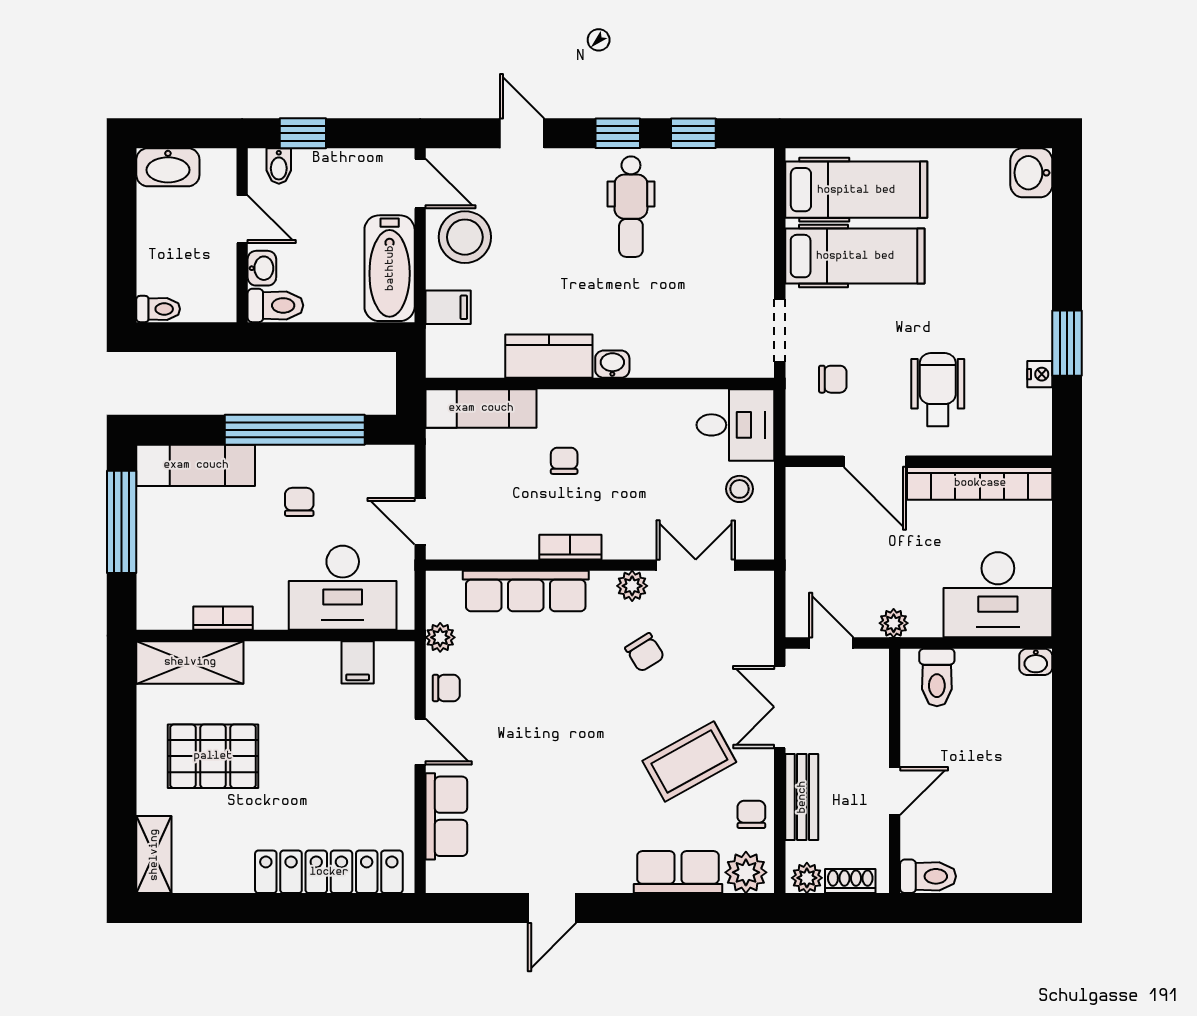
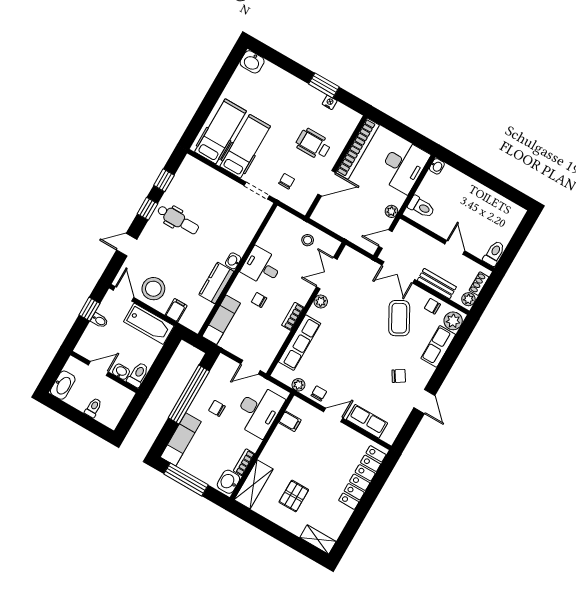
window: (303, 133) -> (89, 309), moved
bidet: (279, 166) -> (99, 320), moved
door: (420, 184) -> (124, 294), hinge flipped
toilet: (158, 309) -> (93, 408), moved
desk: (735, 425) -> (262, 267), moved, turned -90
washbasin: (166, 609) -> (228, 482), added
chair: (645, 652) -> (399, 376), moved
pallet: (213, 756) -> (294, 496), width x0.67, depth x0.71

